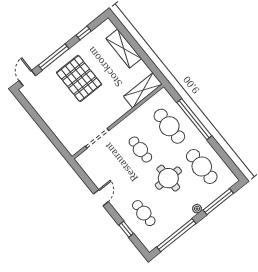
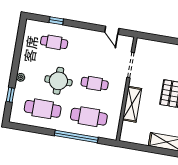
shelving: (143, 90) -> (132, 104), moved
door: (101, 198) -> (112, 30), moved
window: (218, 202) -> (10, 95), width x0.46
window: (176, 235) -> (19, 47), removed

